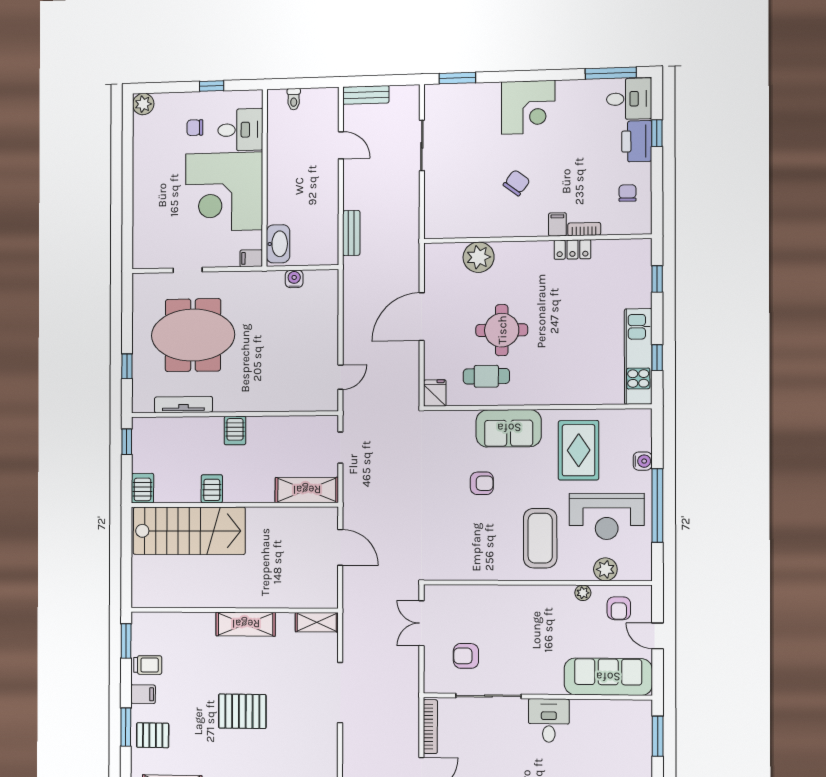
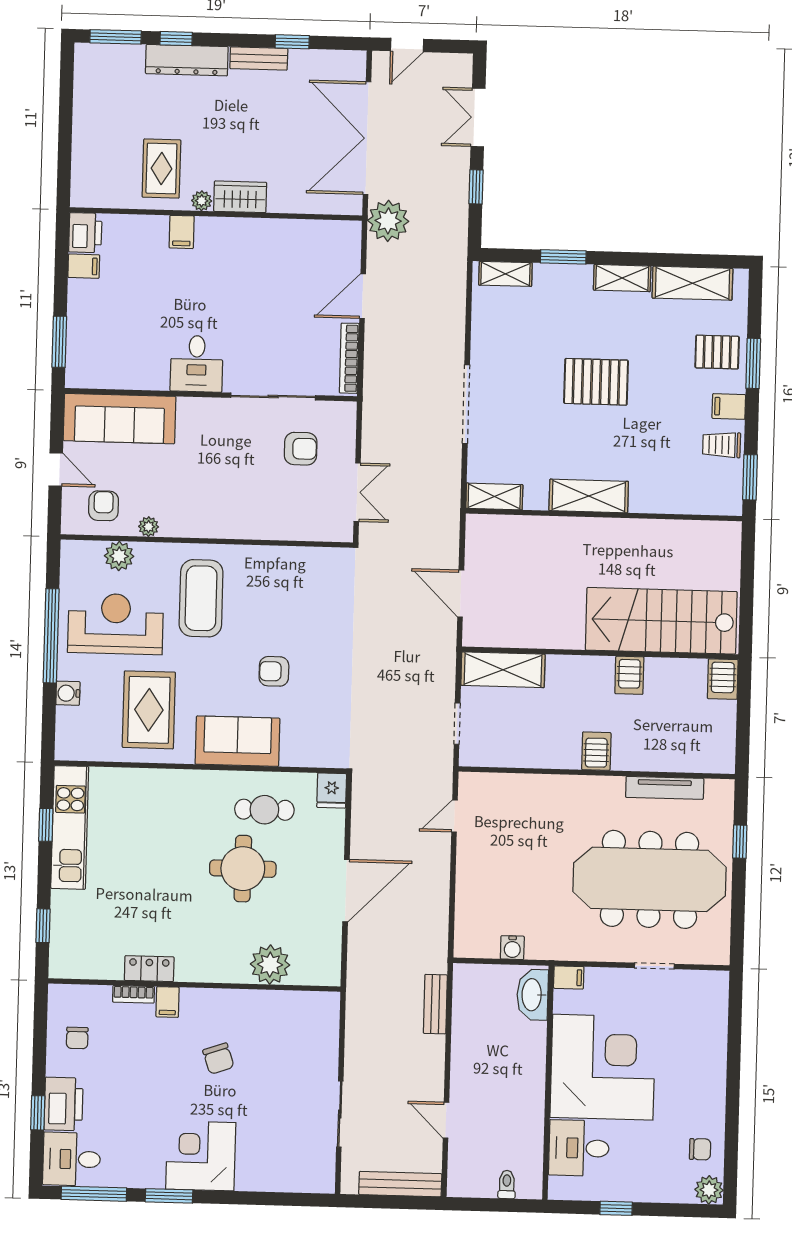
window: (457, 78) -> (169, 1196), moved
bench: (366, 95) -> (400, 1184), width x1.36
chair: (195, 128) -> (700, 1149), moved
chair: (517, 183) -> (218, 1059), turned -56
meeting table: (193, 335) -> (649, 879), width x1.36
window: (127, 442) -> (743, 741), removed

